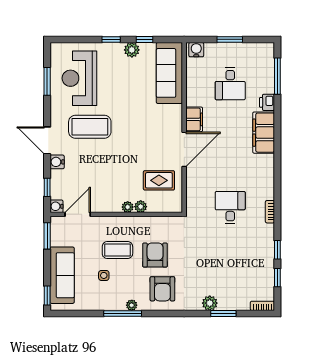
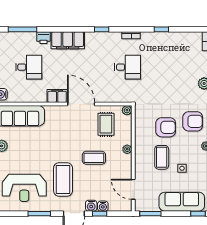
window: (47, 81) -> (39, 214), moved
coffee table: (117, 165) -> (94, 158), added
window: (47, 187) -> (100, 214), moved
water cooler: (56, 206) -> (103, 206), moved
plant: (141, 207) -> (127, 110), moved
desk: (230, 207) -> (128, 67), turned 180
armchair: (155, 255) -> (166, 127), turned 180
window: (277, 278) -> (102, 29), moved

